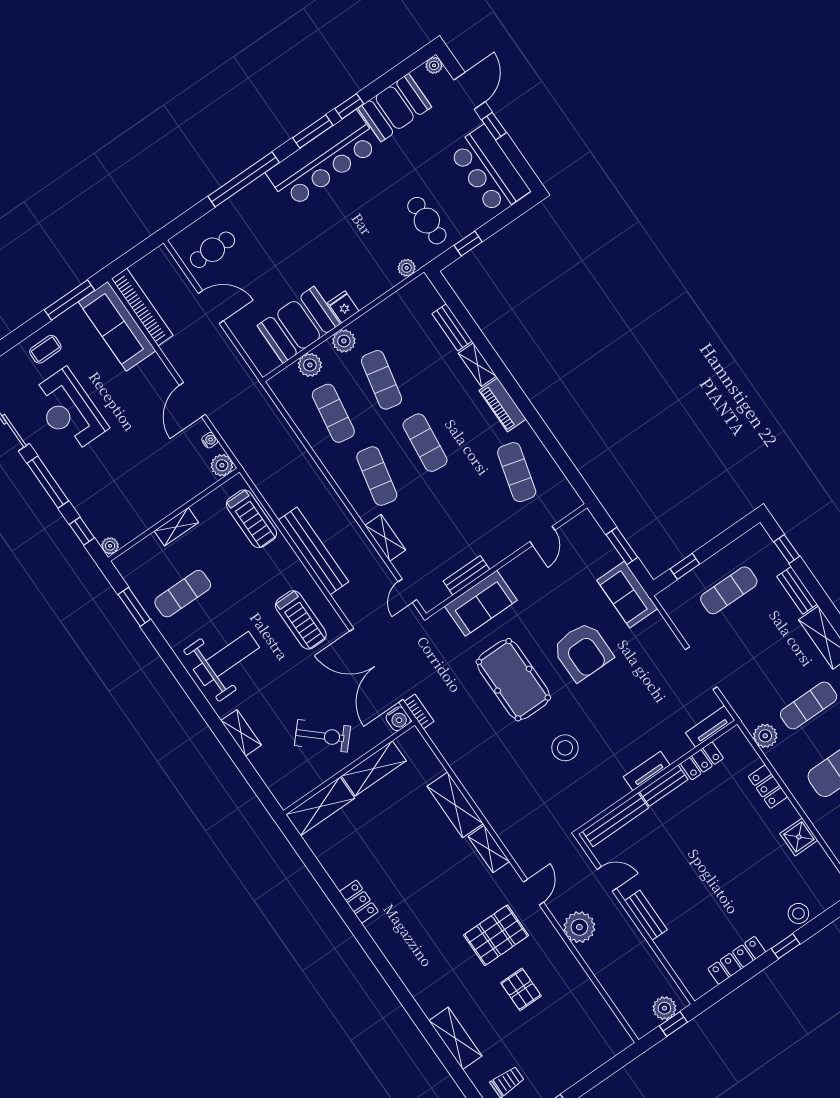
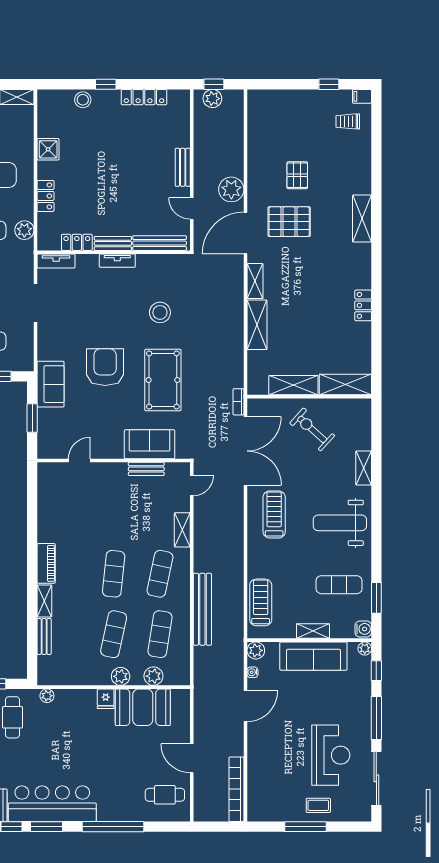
window: (69, 300) -> (305, 827), moved
sofa: (117, 326) -> (313, 656), moved, turned 90
exercise mat: (517, 472) -> (67, 513), removed
bench: (313, 551) -> (202, 609), moved
water cooler: (398, 719) -> (363, 629), moved, turned 90
door: (533, 892) -> (245, 233), width x1.87
shelving: (455, 1038) -> (362, 219), moved

